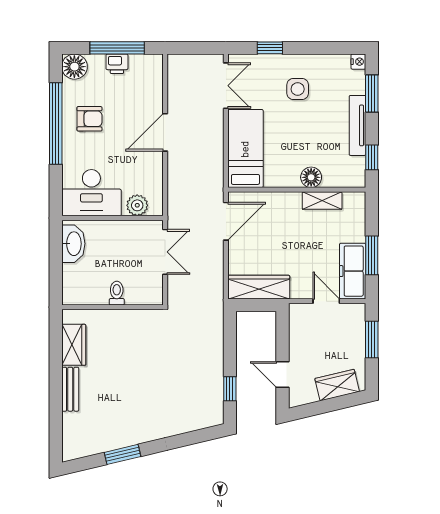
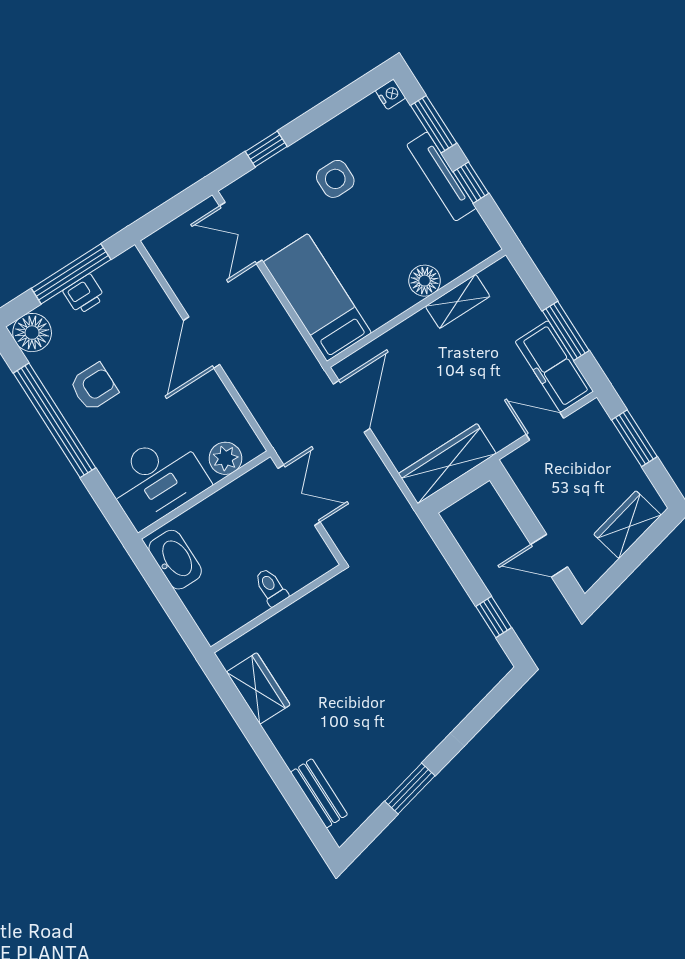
double door: (226, 86) -> (241, 233), swing flipped
window: (372, 157) -> (471, 183), moved
bench: (70, 389) -> (319, 793), moved

